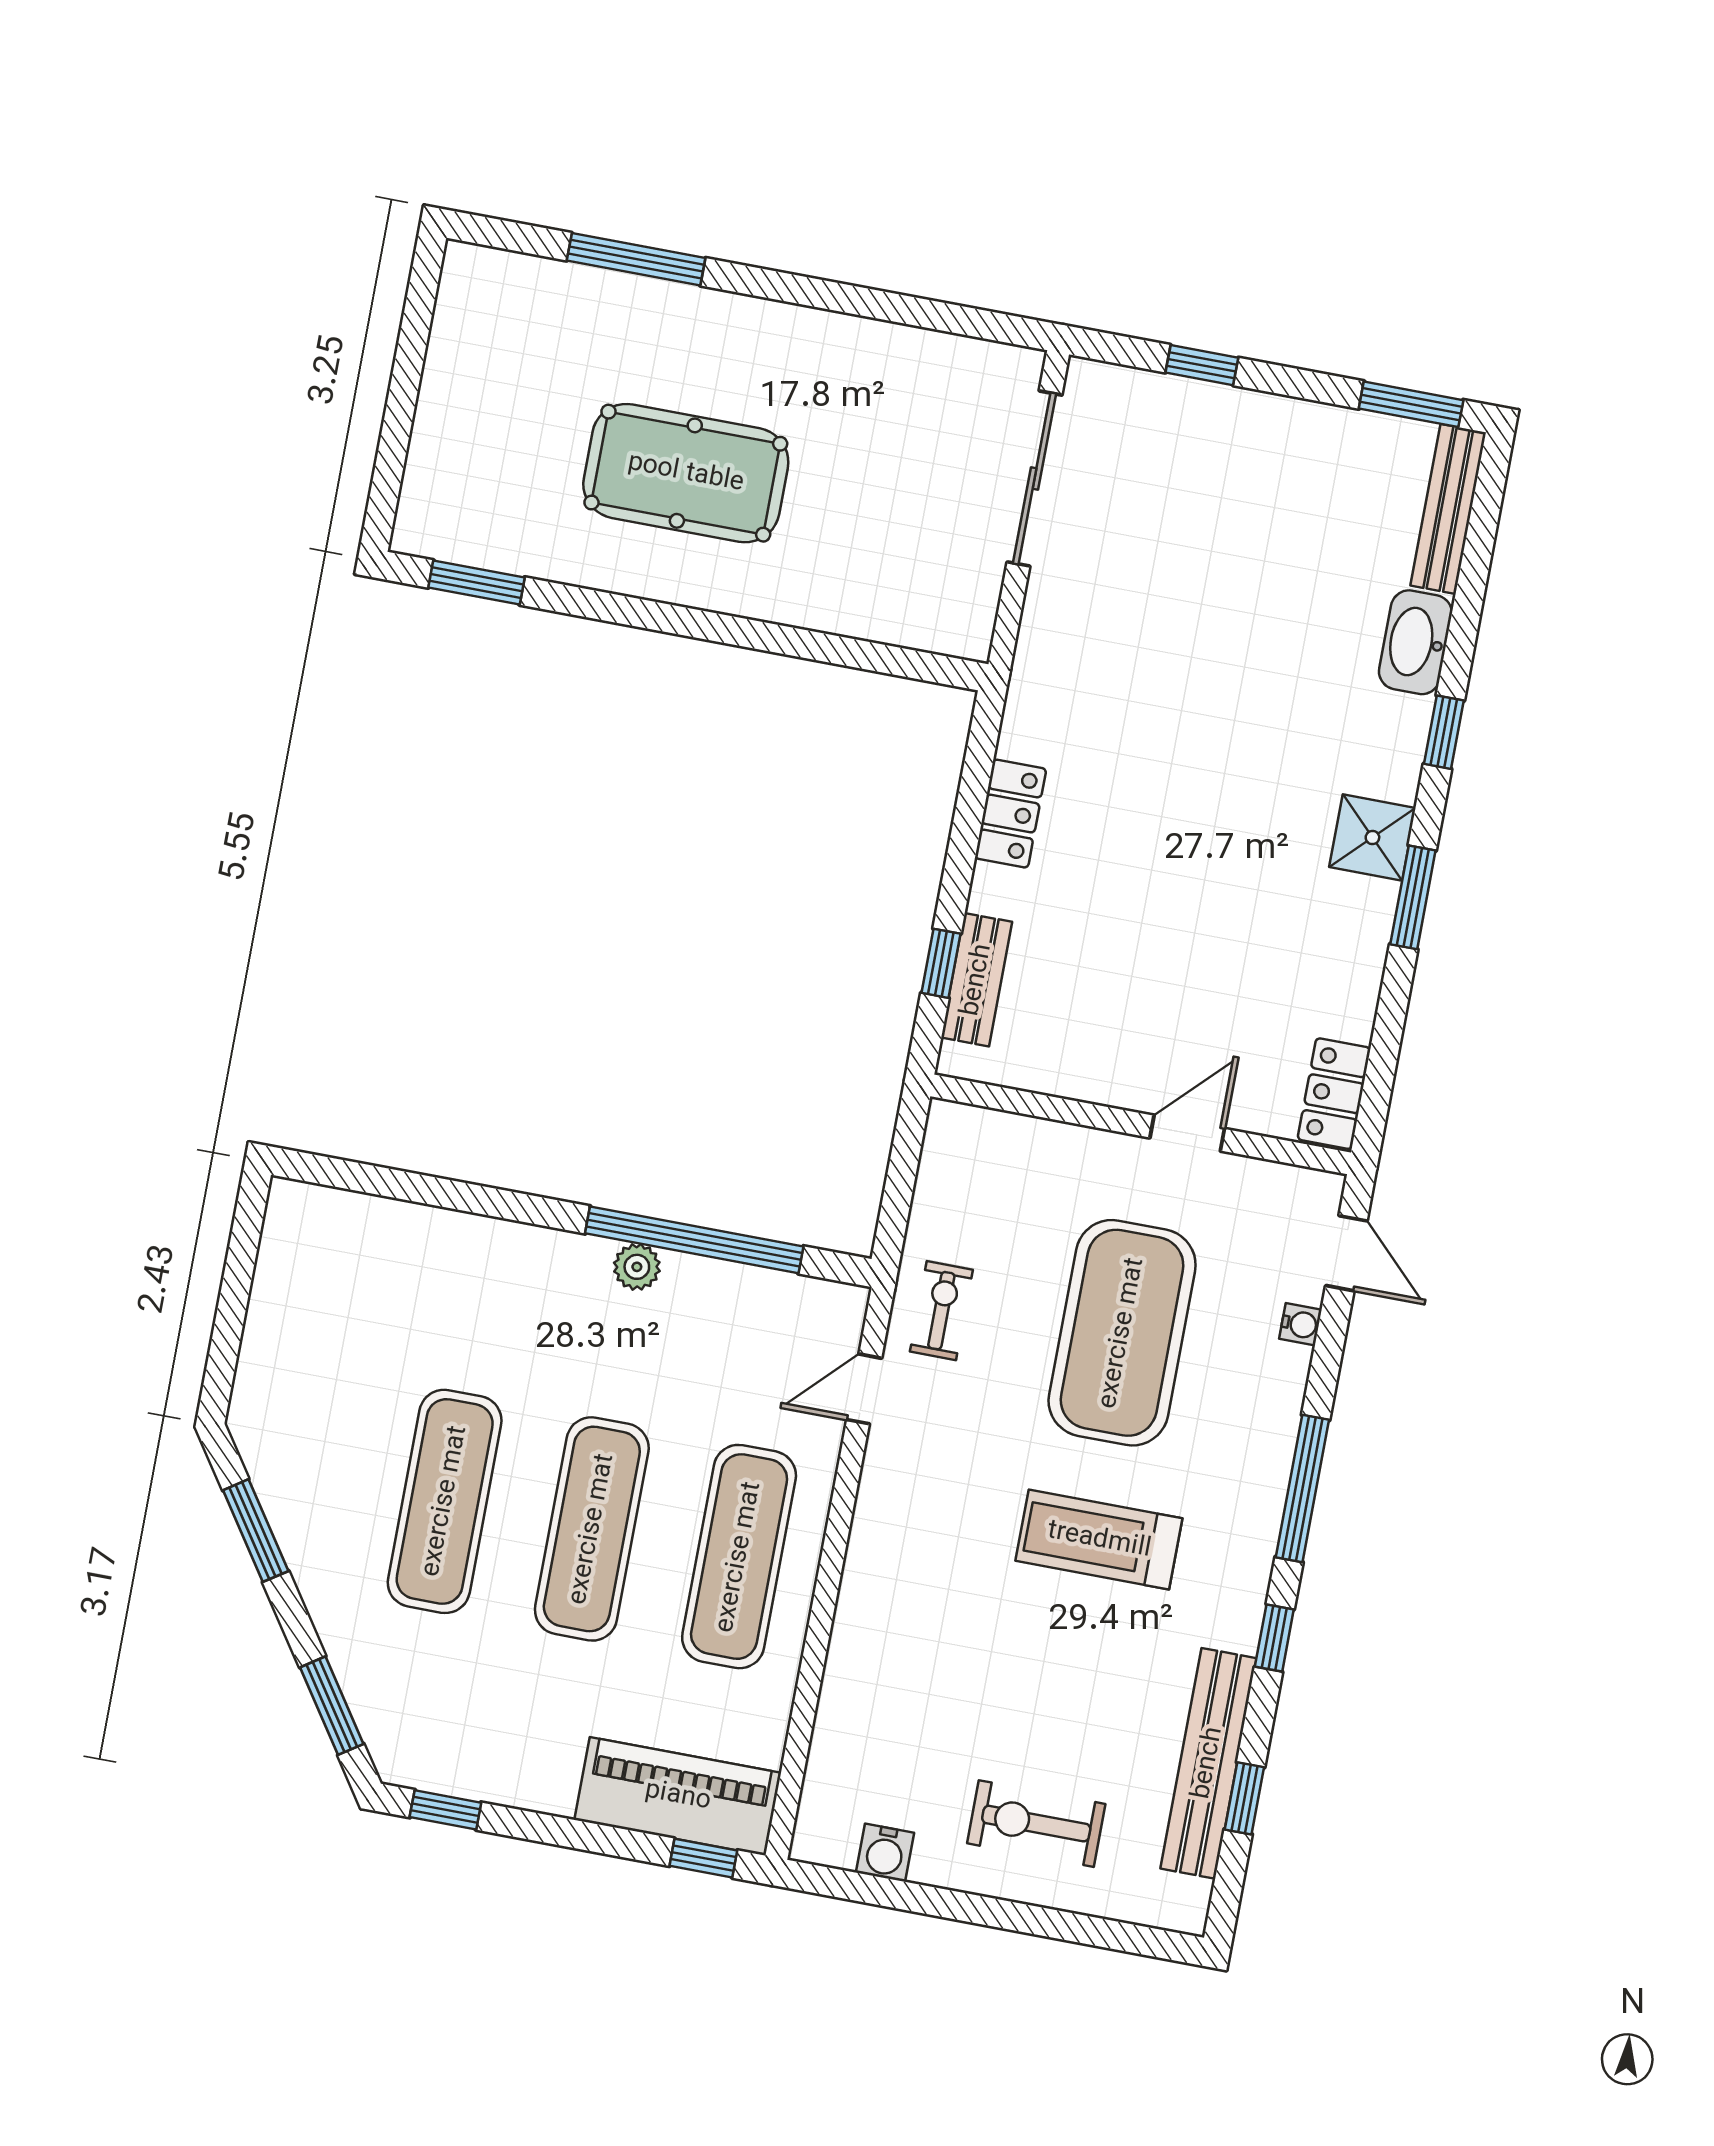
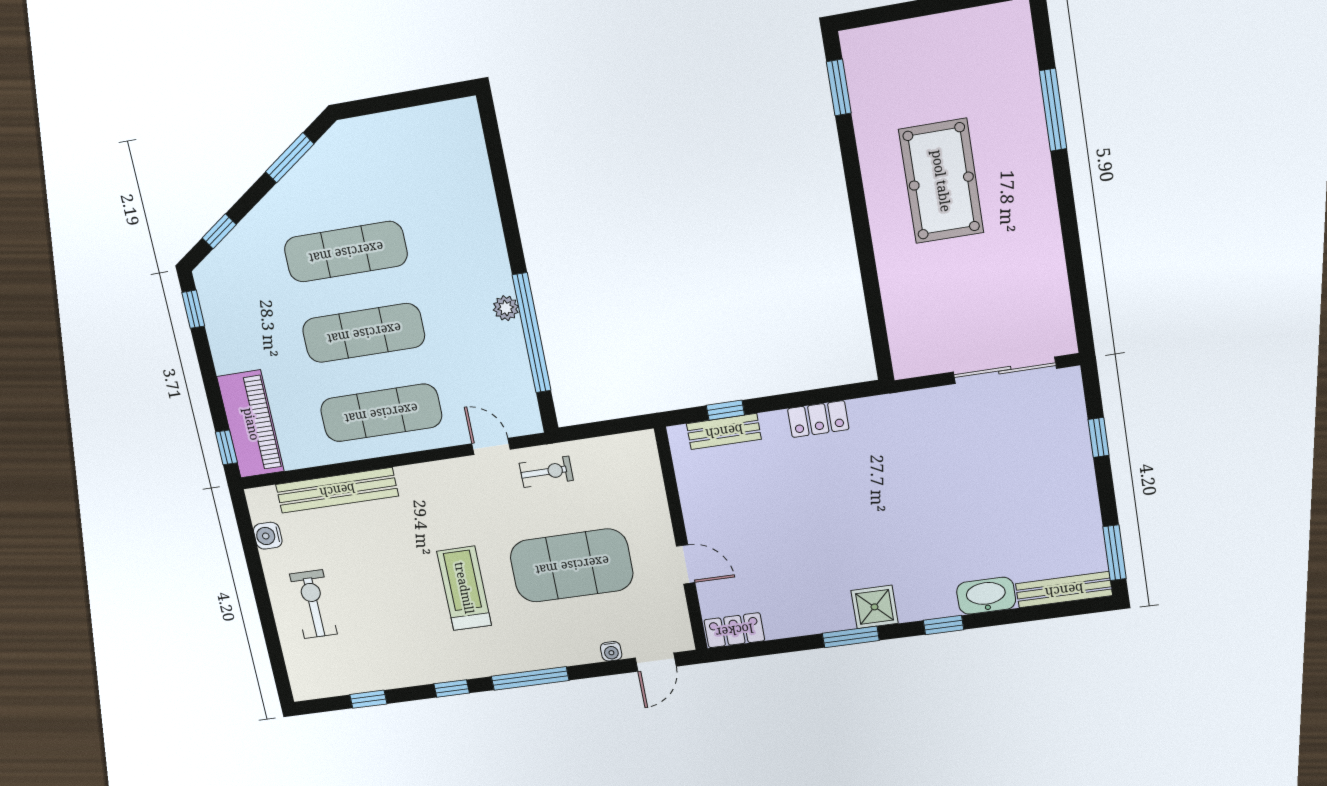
window: (332, 1706) -> (219, 231), width x0.67
bench: (1208, 1763) -> (337, 490), moved

